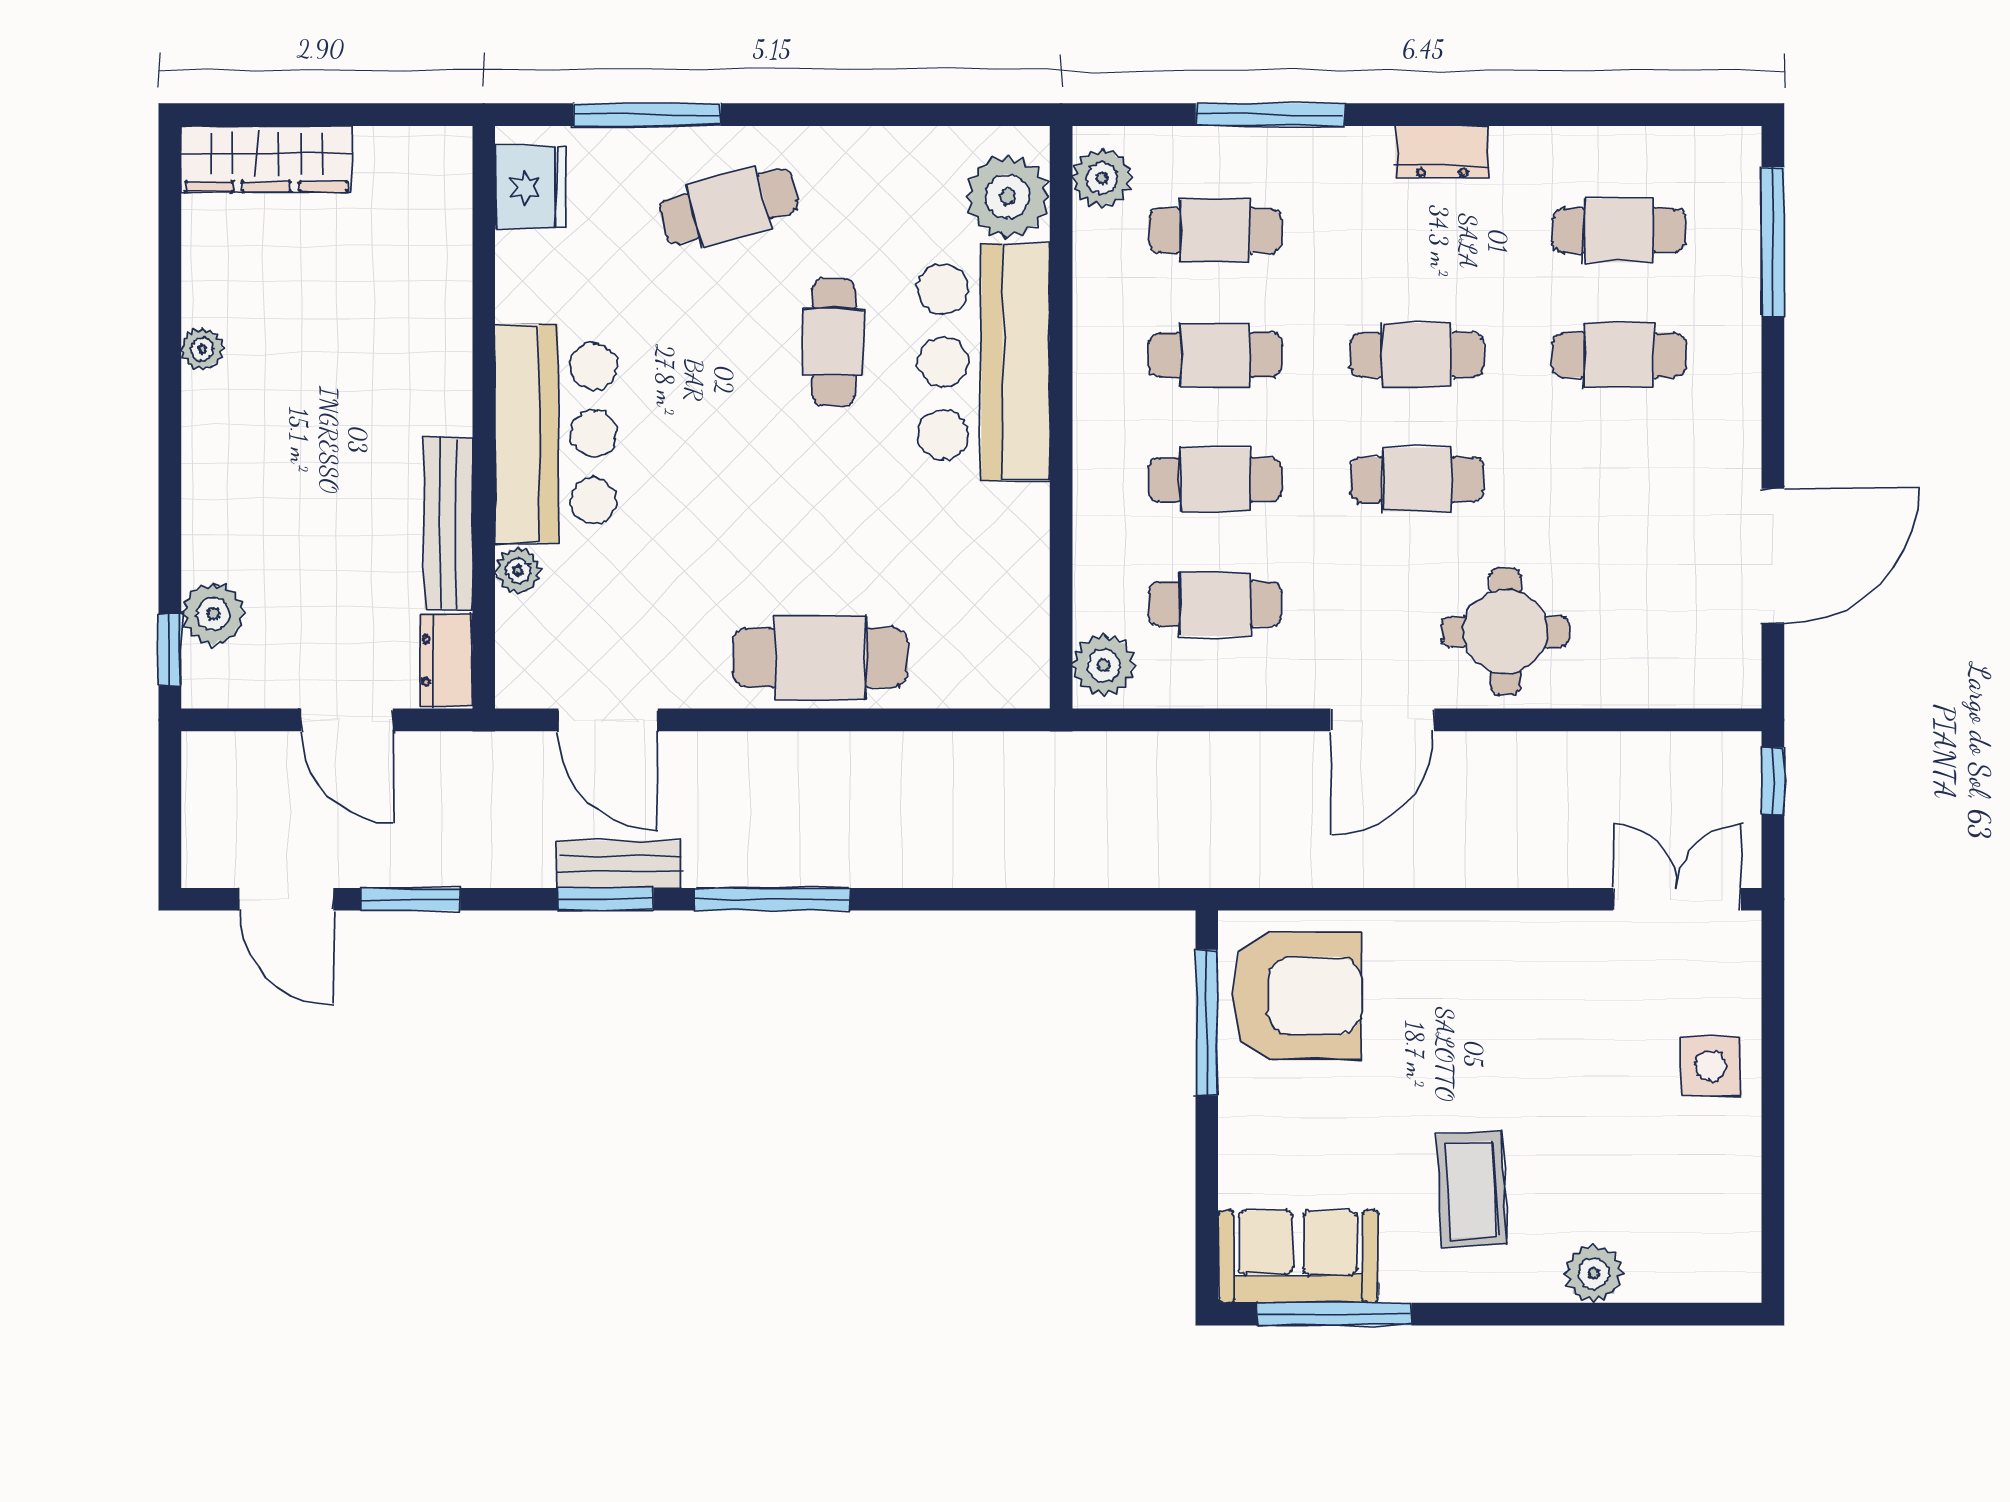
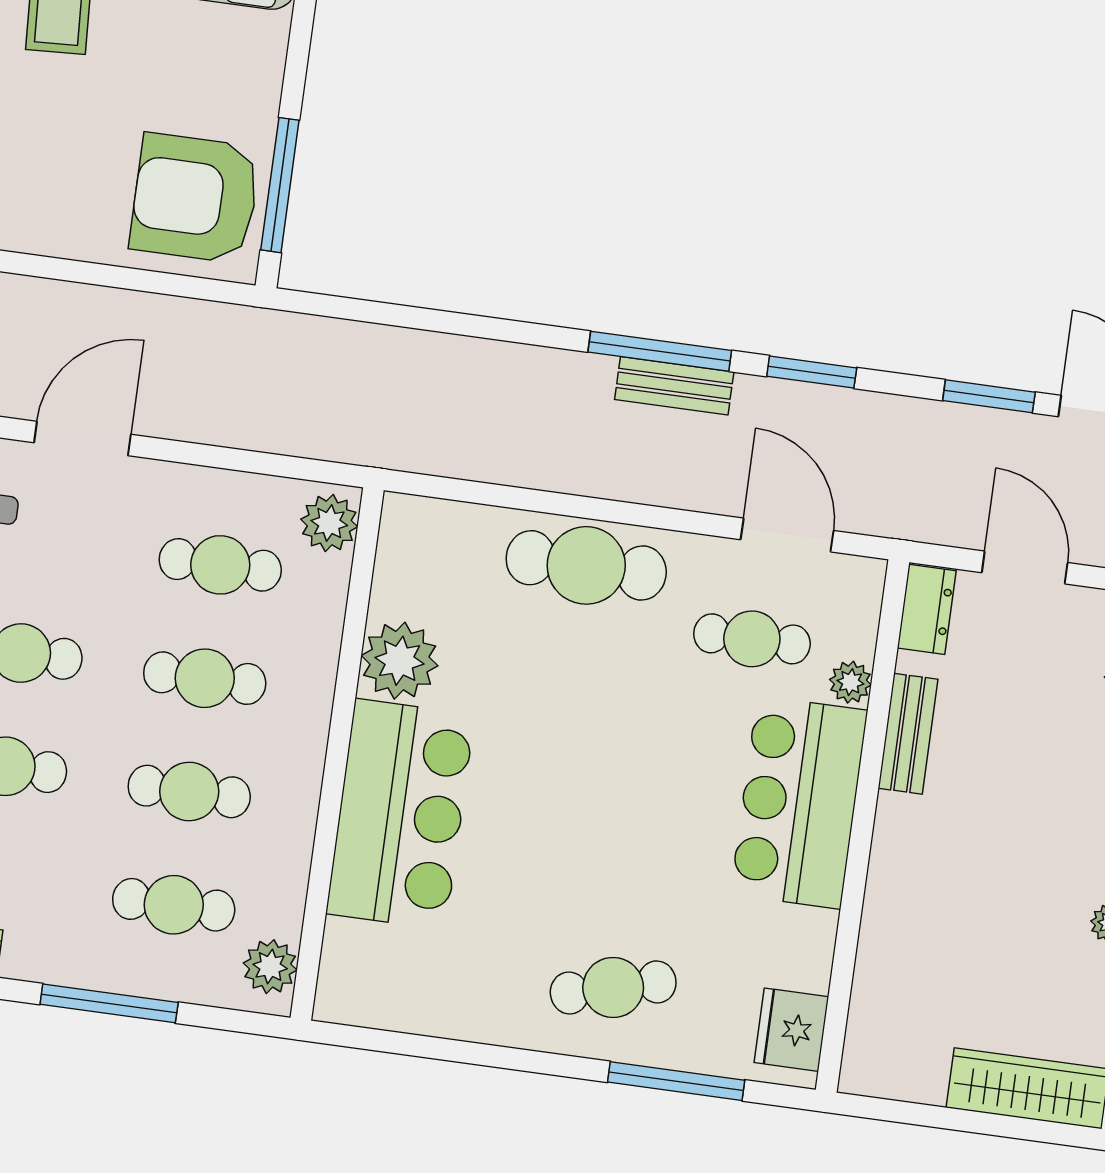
plant: (1007, 196) -> (400, 661), moved
cafe table: (834, 342) -> (752, 639), moved, turned 90
bench: (448, 523) -> (908, 734), width x0.73
bench: (619, 864) -> (674, 386), moved

